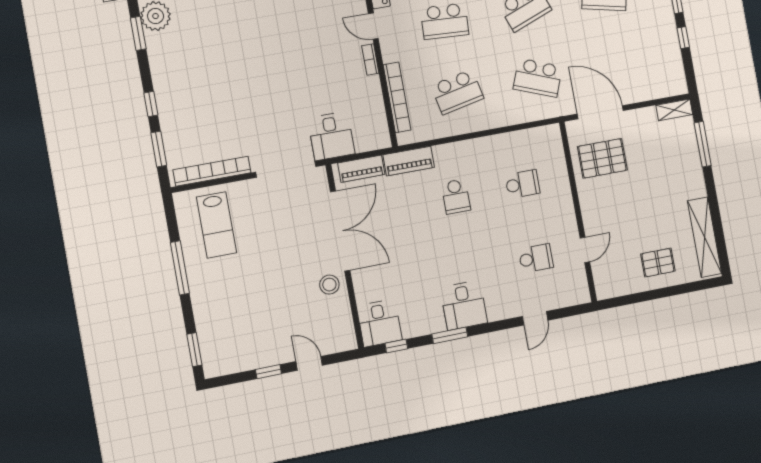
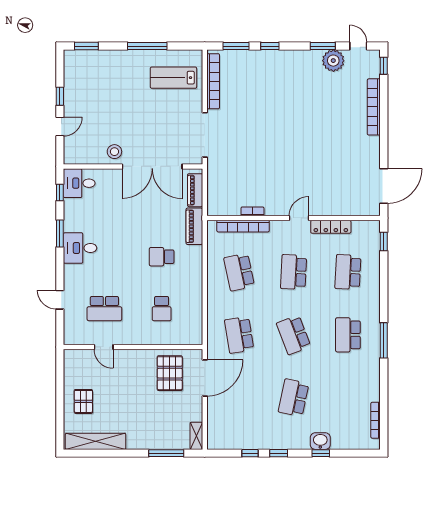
bookcase: (370, 60) -> (252, 211), moved
school desk: (538, 78) -> (239, 335), turned -30
desk: (331, 136) -> (223, 172), removed
school desk: (536, 258) -> (104, 309), width x1.85

